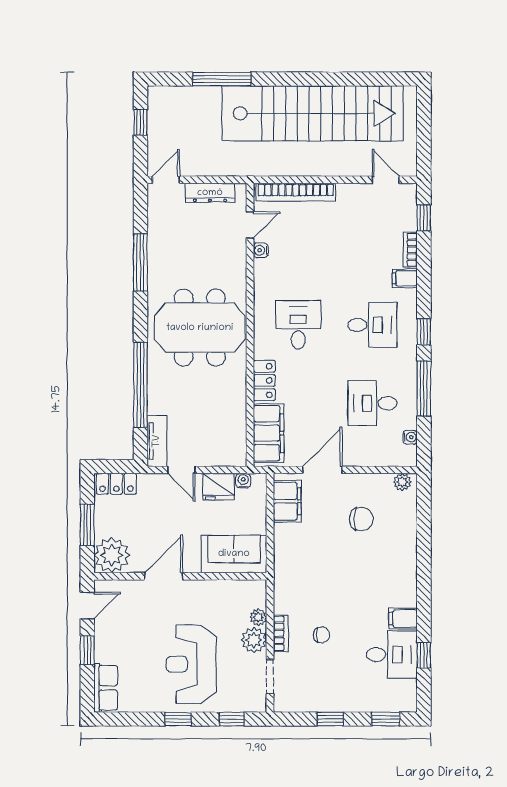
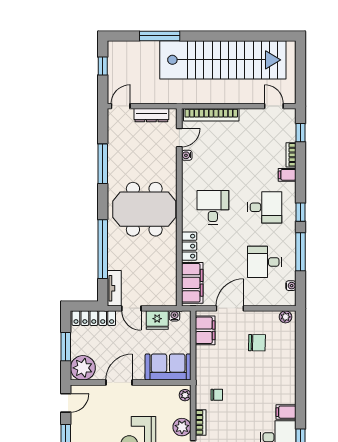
locker: (116, 484) -> (94, 318), width x1.53
plant: (258, 617) -> (185, 395), moved
chair: (321, 635) -> (217, 395), moved

